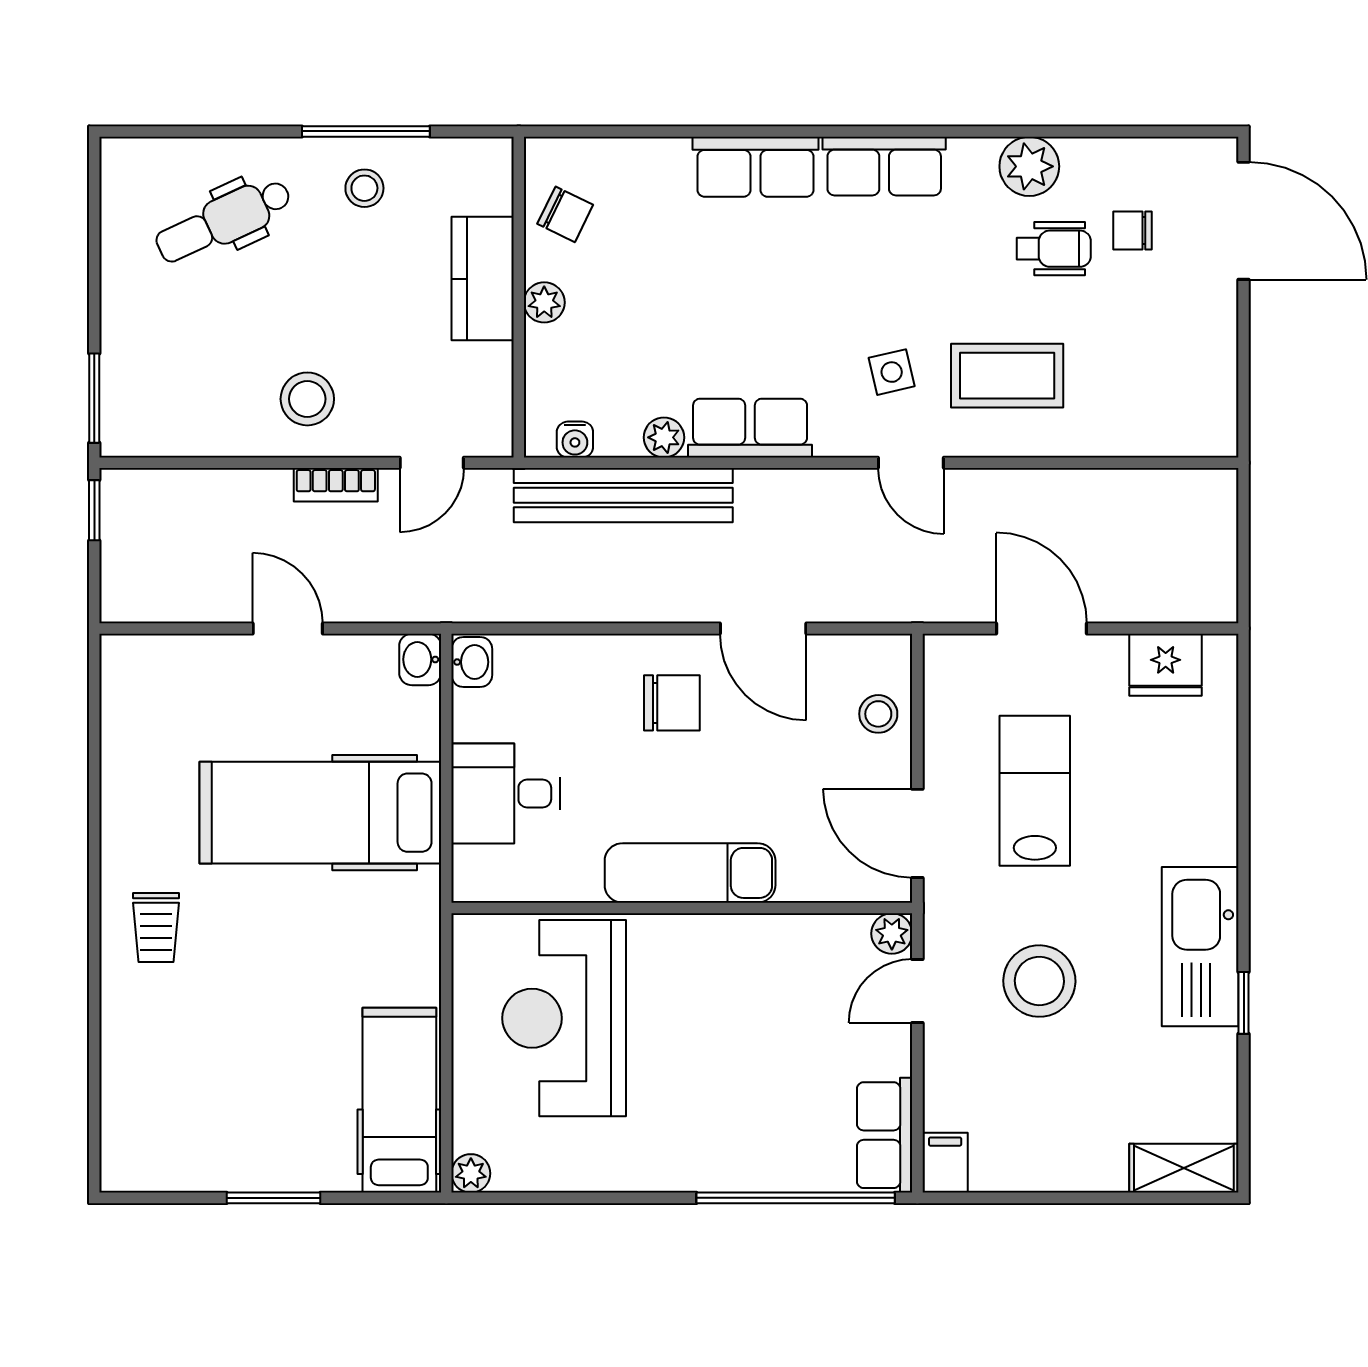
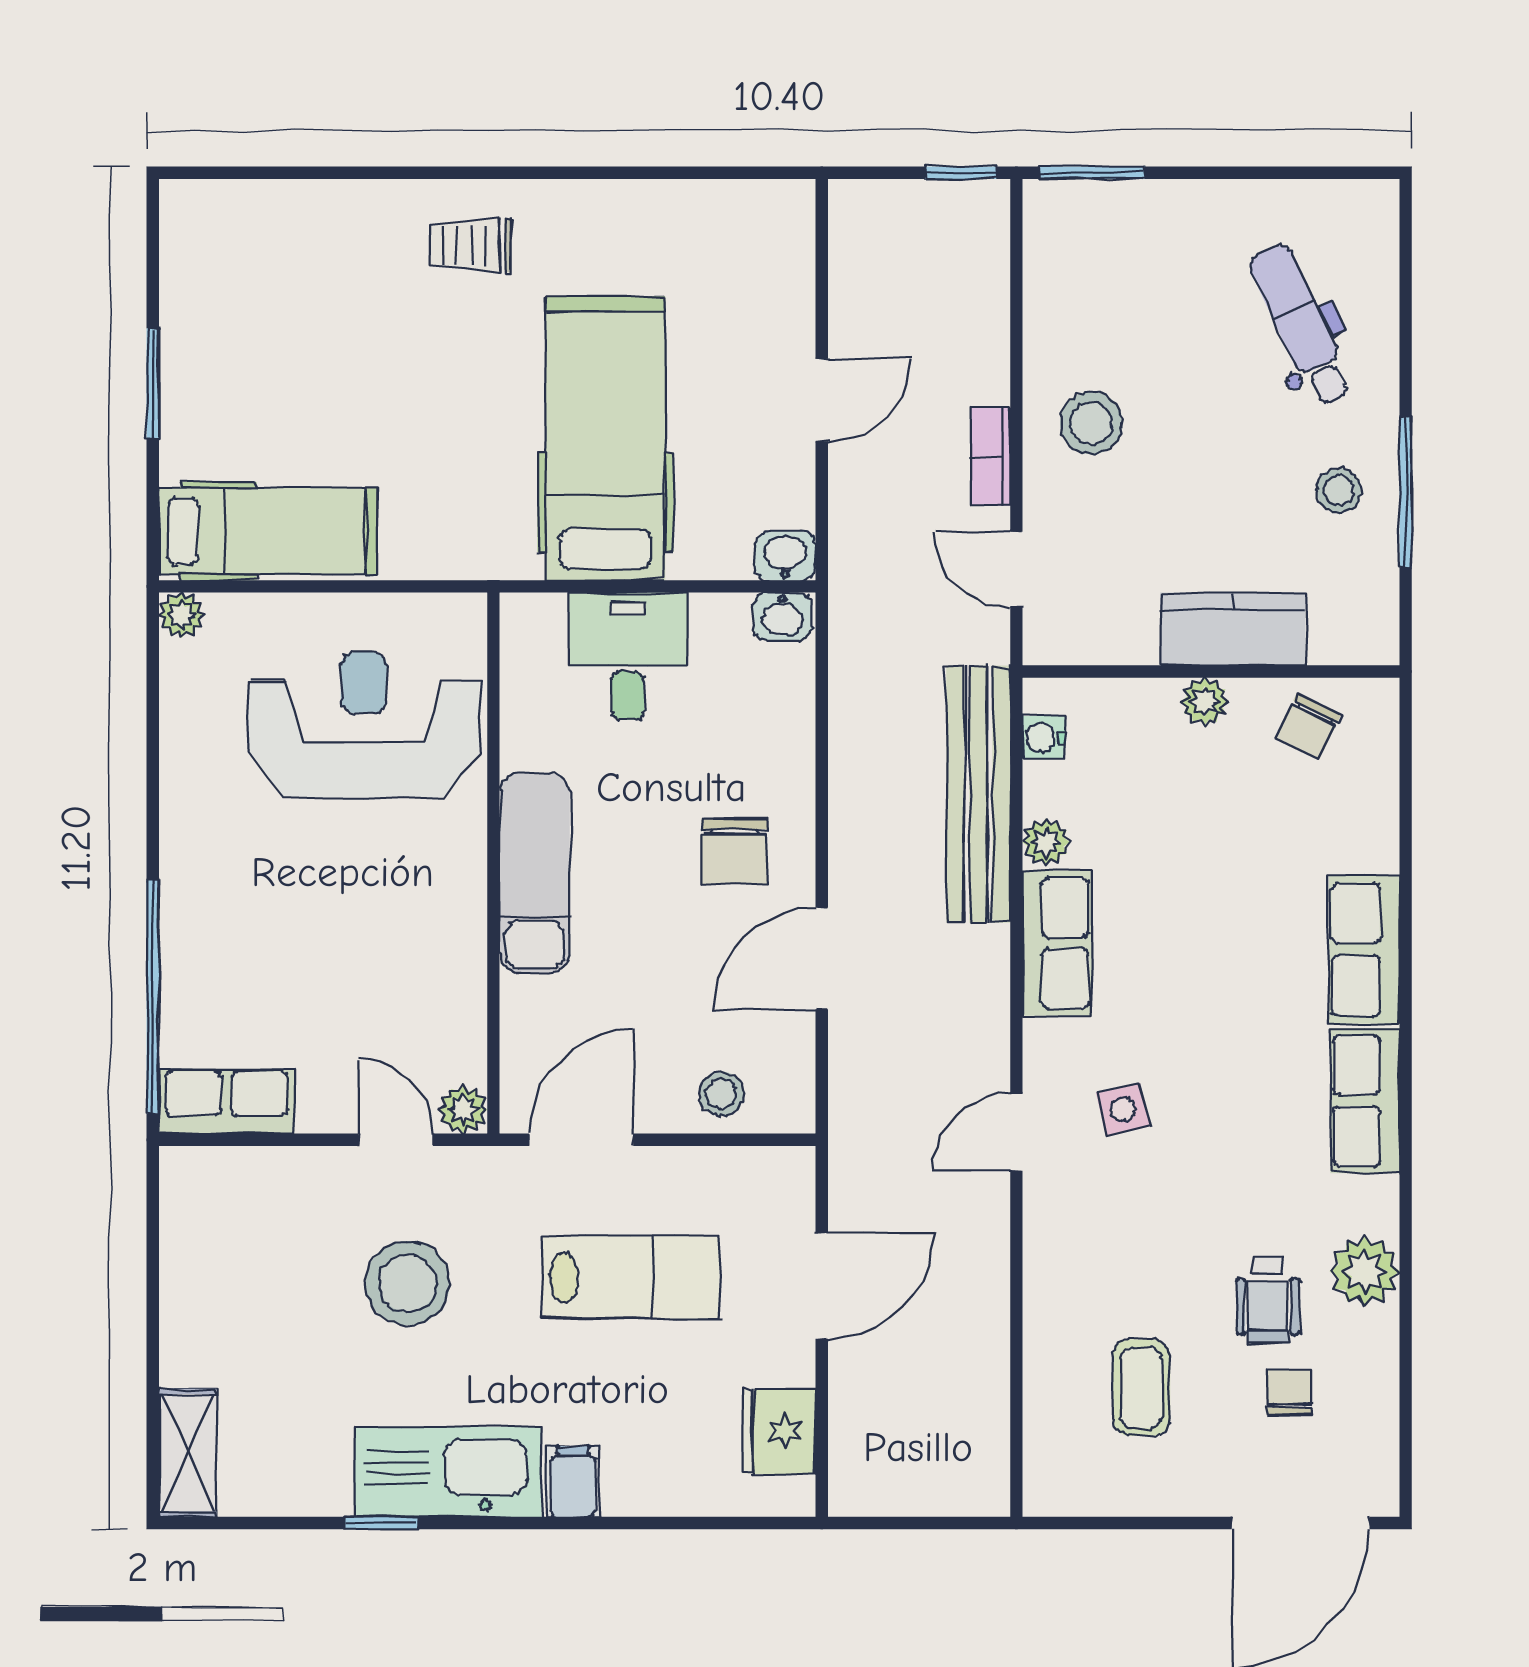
coffee table: (1007, 376) -> (1141, 1388), moved, width x0.73, depth x0.77
filing cabinet: (945, 1163) -> (573, 1482), moved, turned -90

